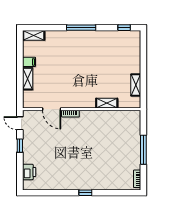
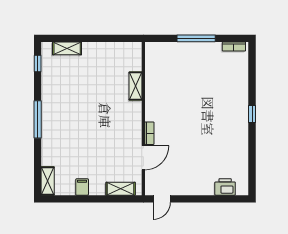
shelving: (28, 79) -> (121, 189), moved
shelving: (136, 85) -> (67, 48), moved
window: (20, 146) -> (191, 199), removed

